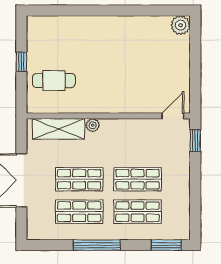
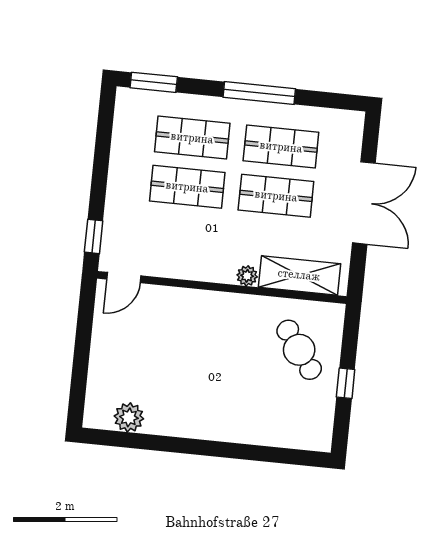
plant: (181, 25) -> (129, 417), moved
cafe table: (54, 80) -> (299, 350), turned 54

